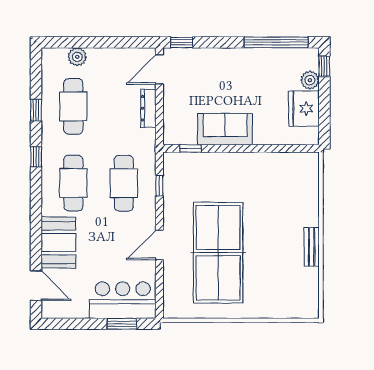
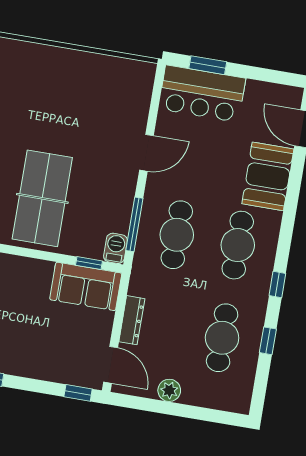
plant: (77, 57) -> (169, 390), moved
door: (159, 69) -> (111, 365), hinge flipped
sofa: (225, 129) -> (86, 286), moved
barbecue: (171, 164) -> (115, 248), added
window: (159, 186) -> (134, 224), width x2.17
table tennis table: (218, 253) -> (42, 198), moved, width x0.73, depth x0.76

